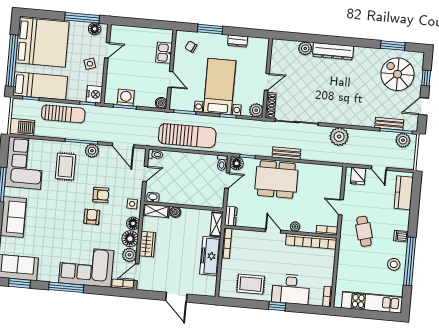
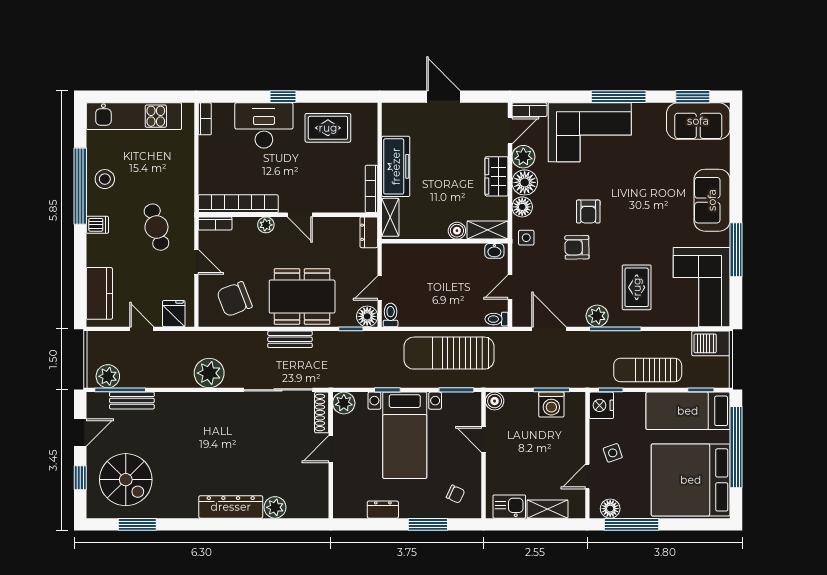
shelving: (134, 32) -> (548, 509), added
kitchen sink: (164, 53) -> (509, 507), moved, turned -90
chair: (319, 182) -> (234, 299), added

